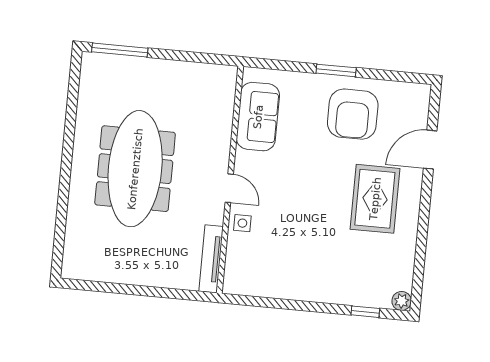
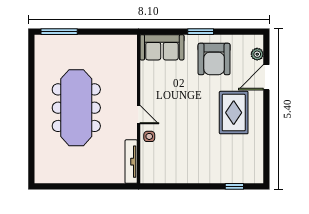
sofa: (258, 117) -> (162, 47), moved, turned 90
plant: (402, 301) -> (257, 54), moved

